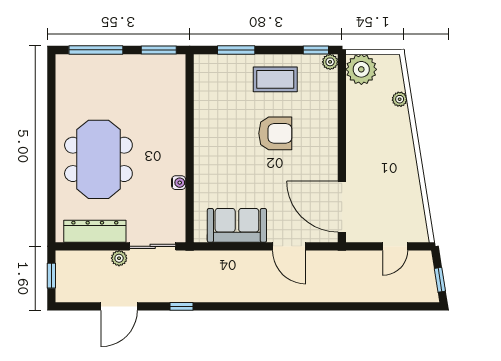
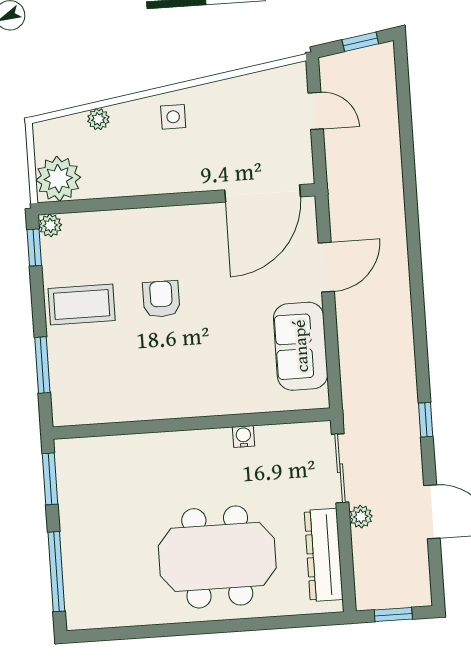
coffee table: (275, 79) -> (82, 304), turned 90
armchair: (275, 133) -> (161, 299), width x0.72, depth x0.72
side table: (398, 150) -> (173, 117), added

